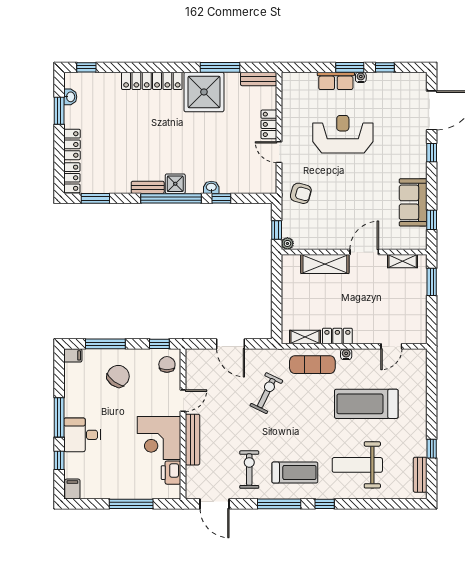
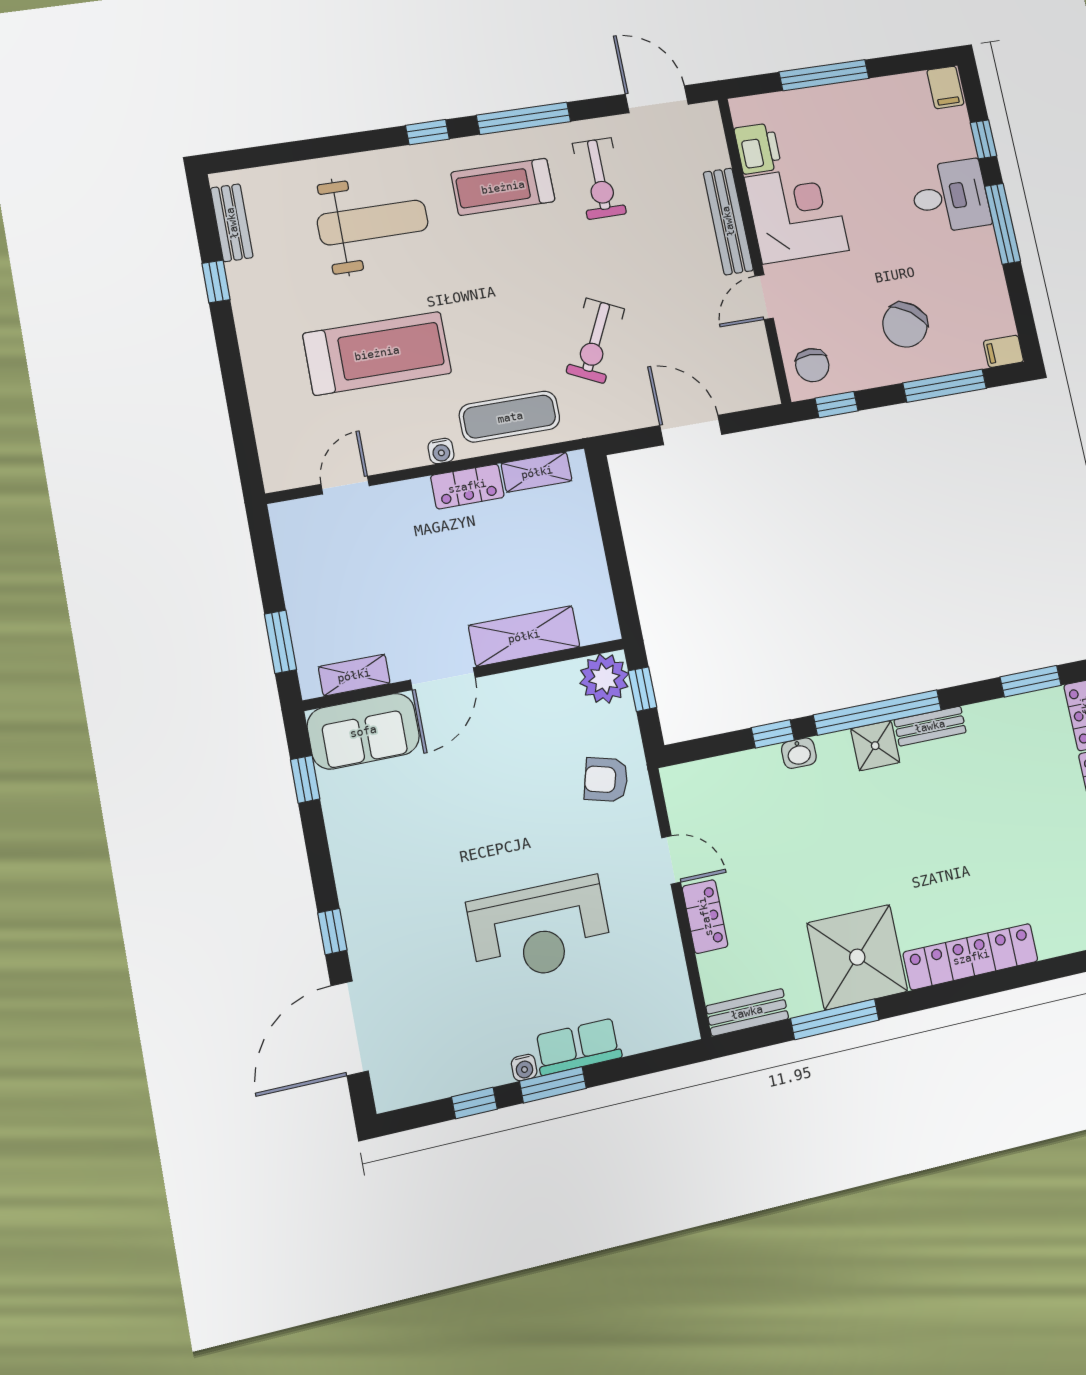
sofa: (413, 202) -> (363, 731), moved, turned 90
plant: (287, 243) -> (604, 679), width x1.88, depth x1.88

